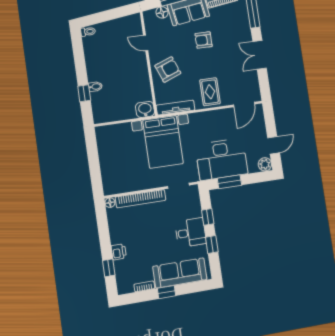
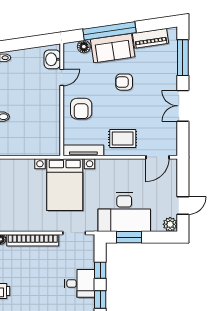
door: (146, 43) -> (62, 77), swing flipped
armchair: (168, 69) -> (81, 109), turned 111
rug: (210, 92) -> (123, 138), turned 90
washbasin: (145, 109) -> (52, 59), moved, turned -90

